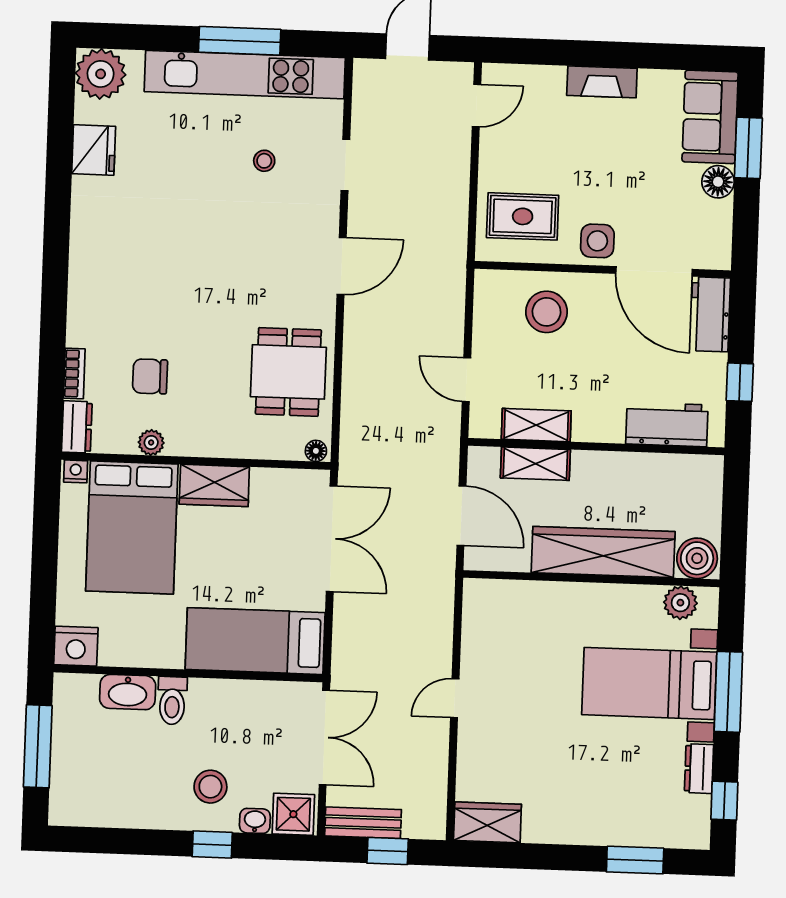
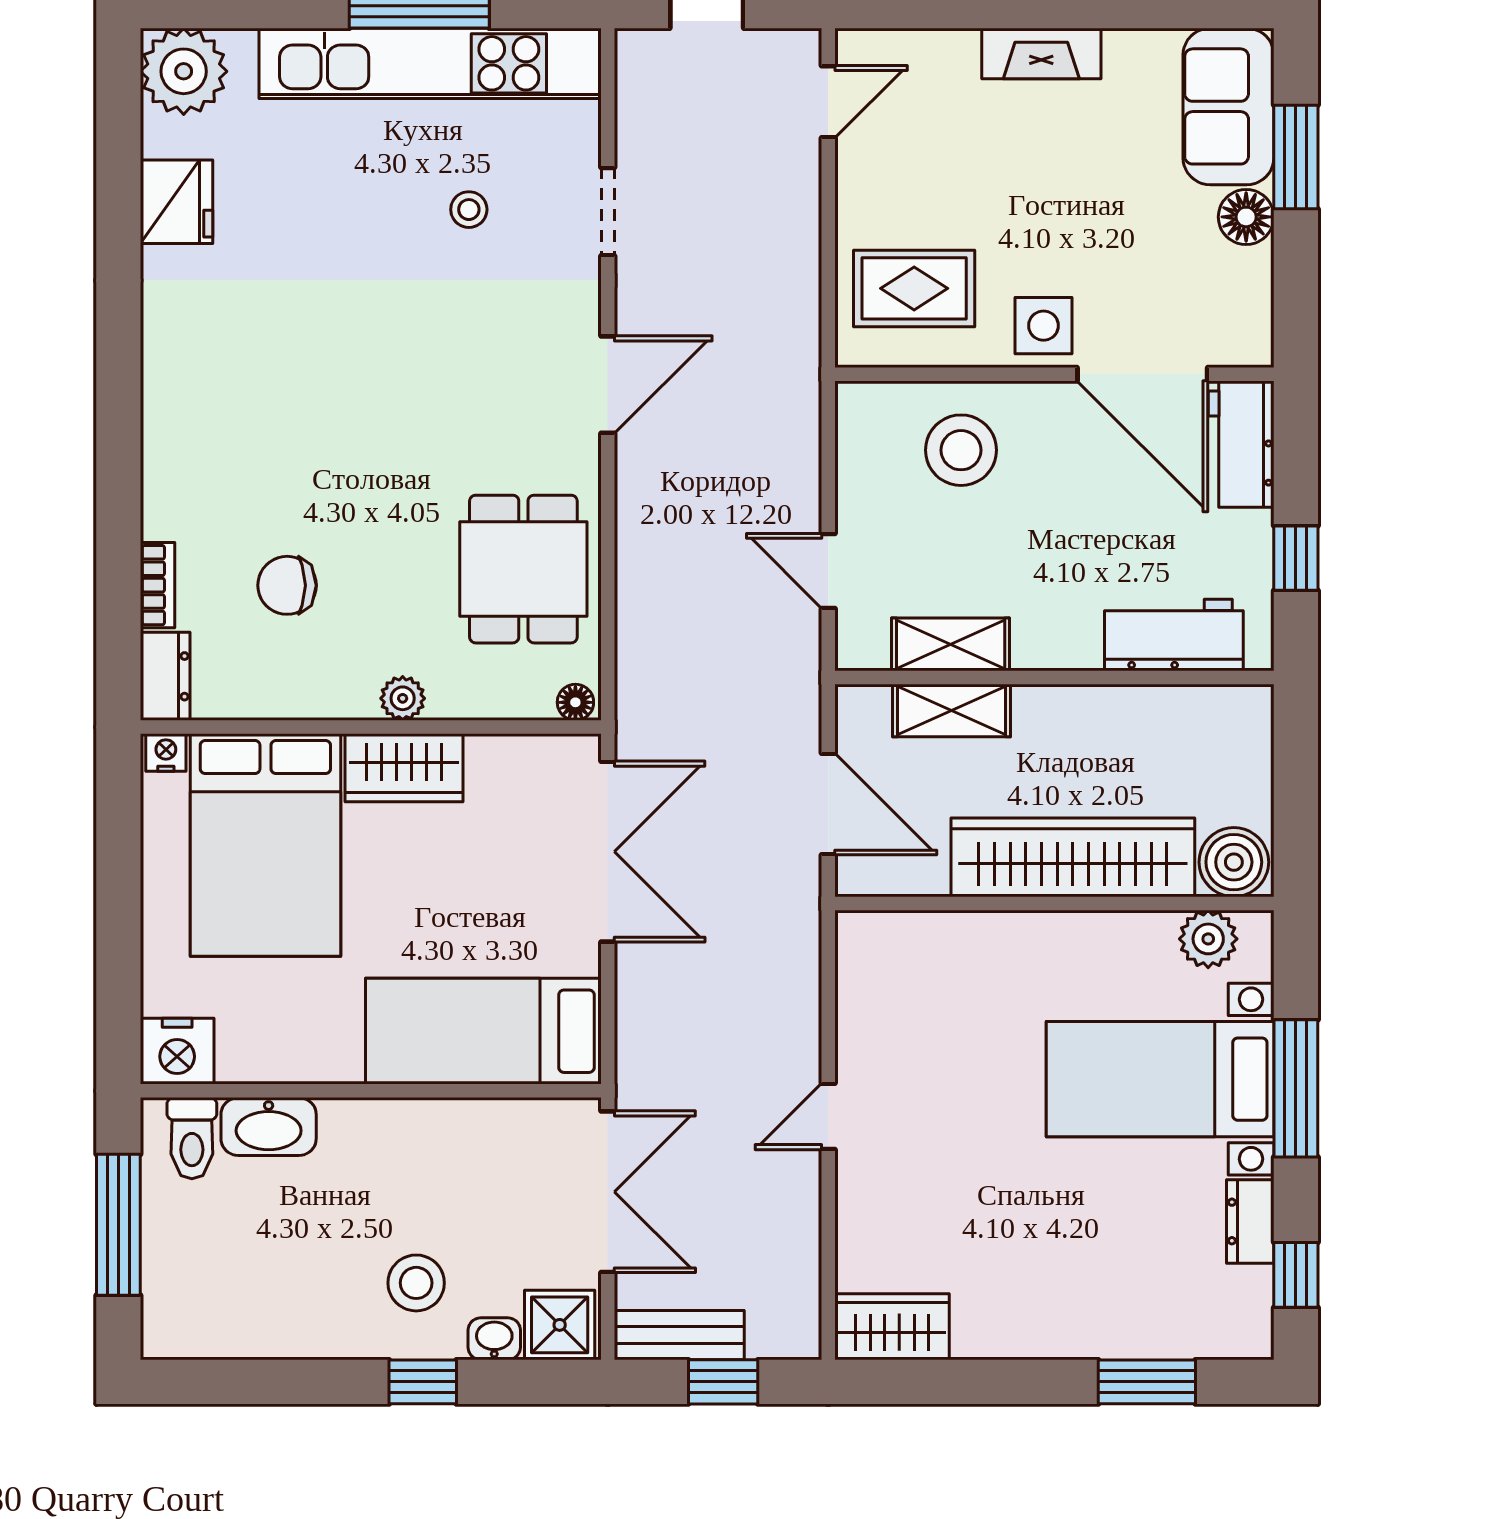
plant: (151, 443) -> (403, 698), moved
toilet: (172, 701) -> (192, 1138), moved

